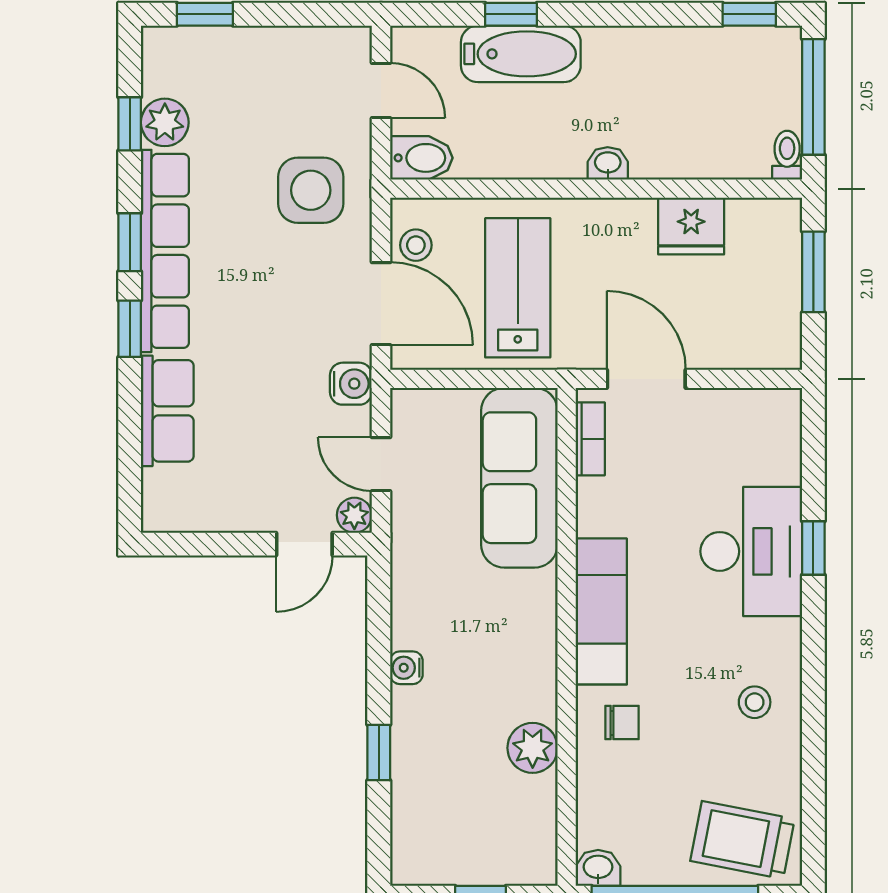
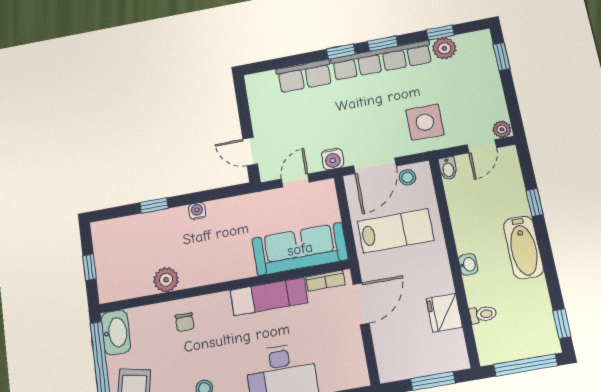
bathtub: (521, 54) -> (523, 247), moved
toilet: (787, 155) -> (483, 314), moved
bidet: (421, 158) -> (448, 168), width x0.72, depth x0.74
plant: (354, 515) -> (502, 129), moved
exam couch: (601, 611) -> (269, 296), moved
washbasin: (598, 868) -> (116, 332), width x1.91, depth x1.45

